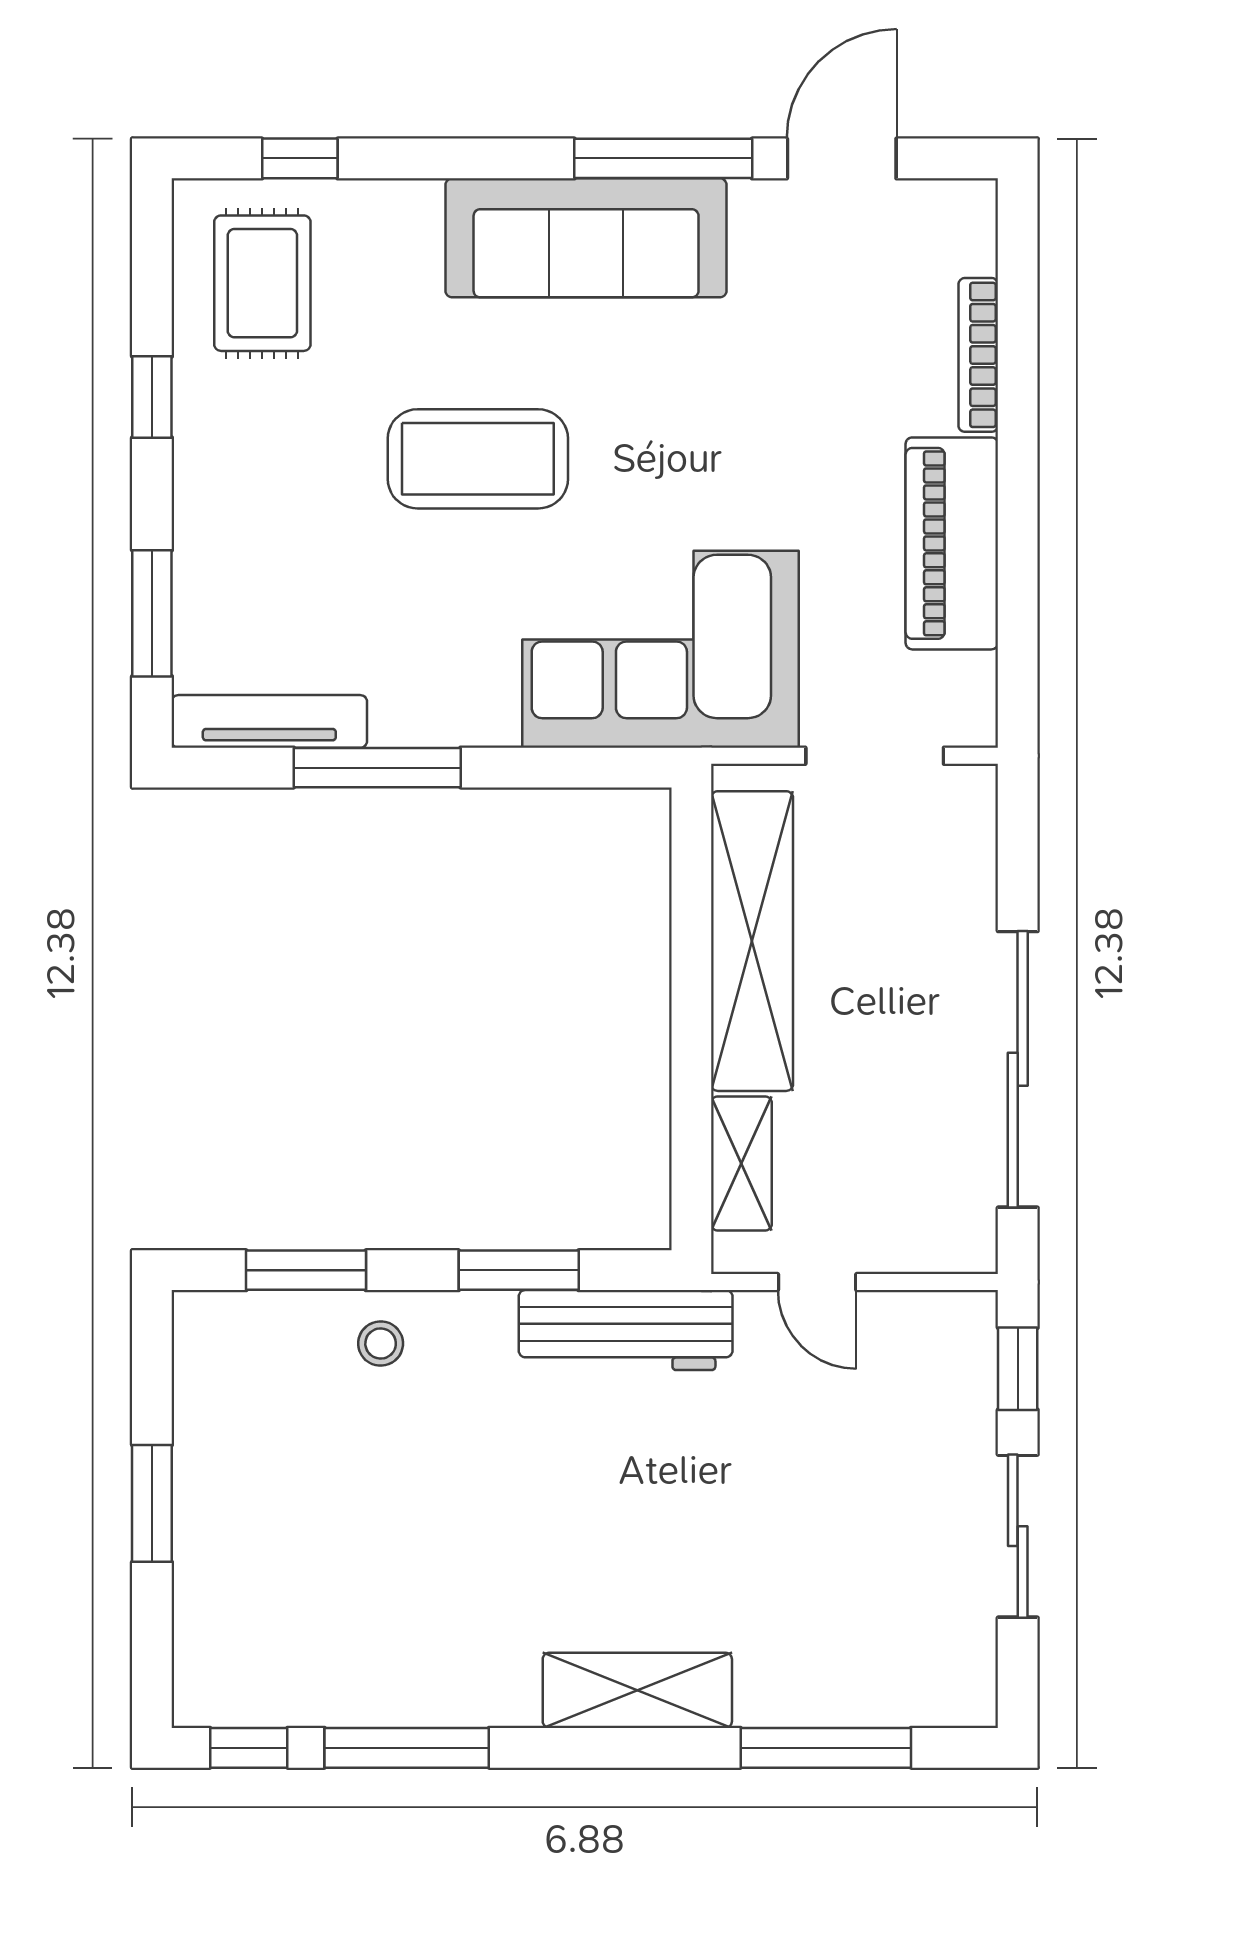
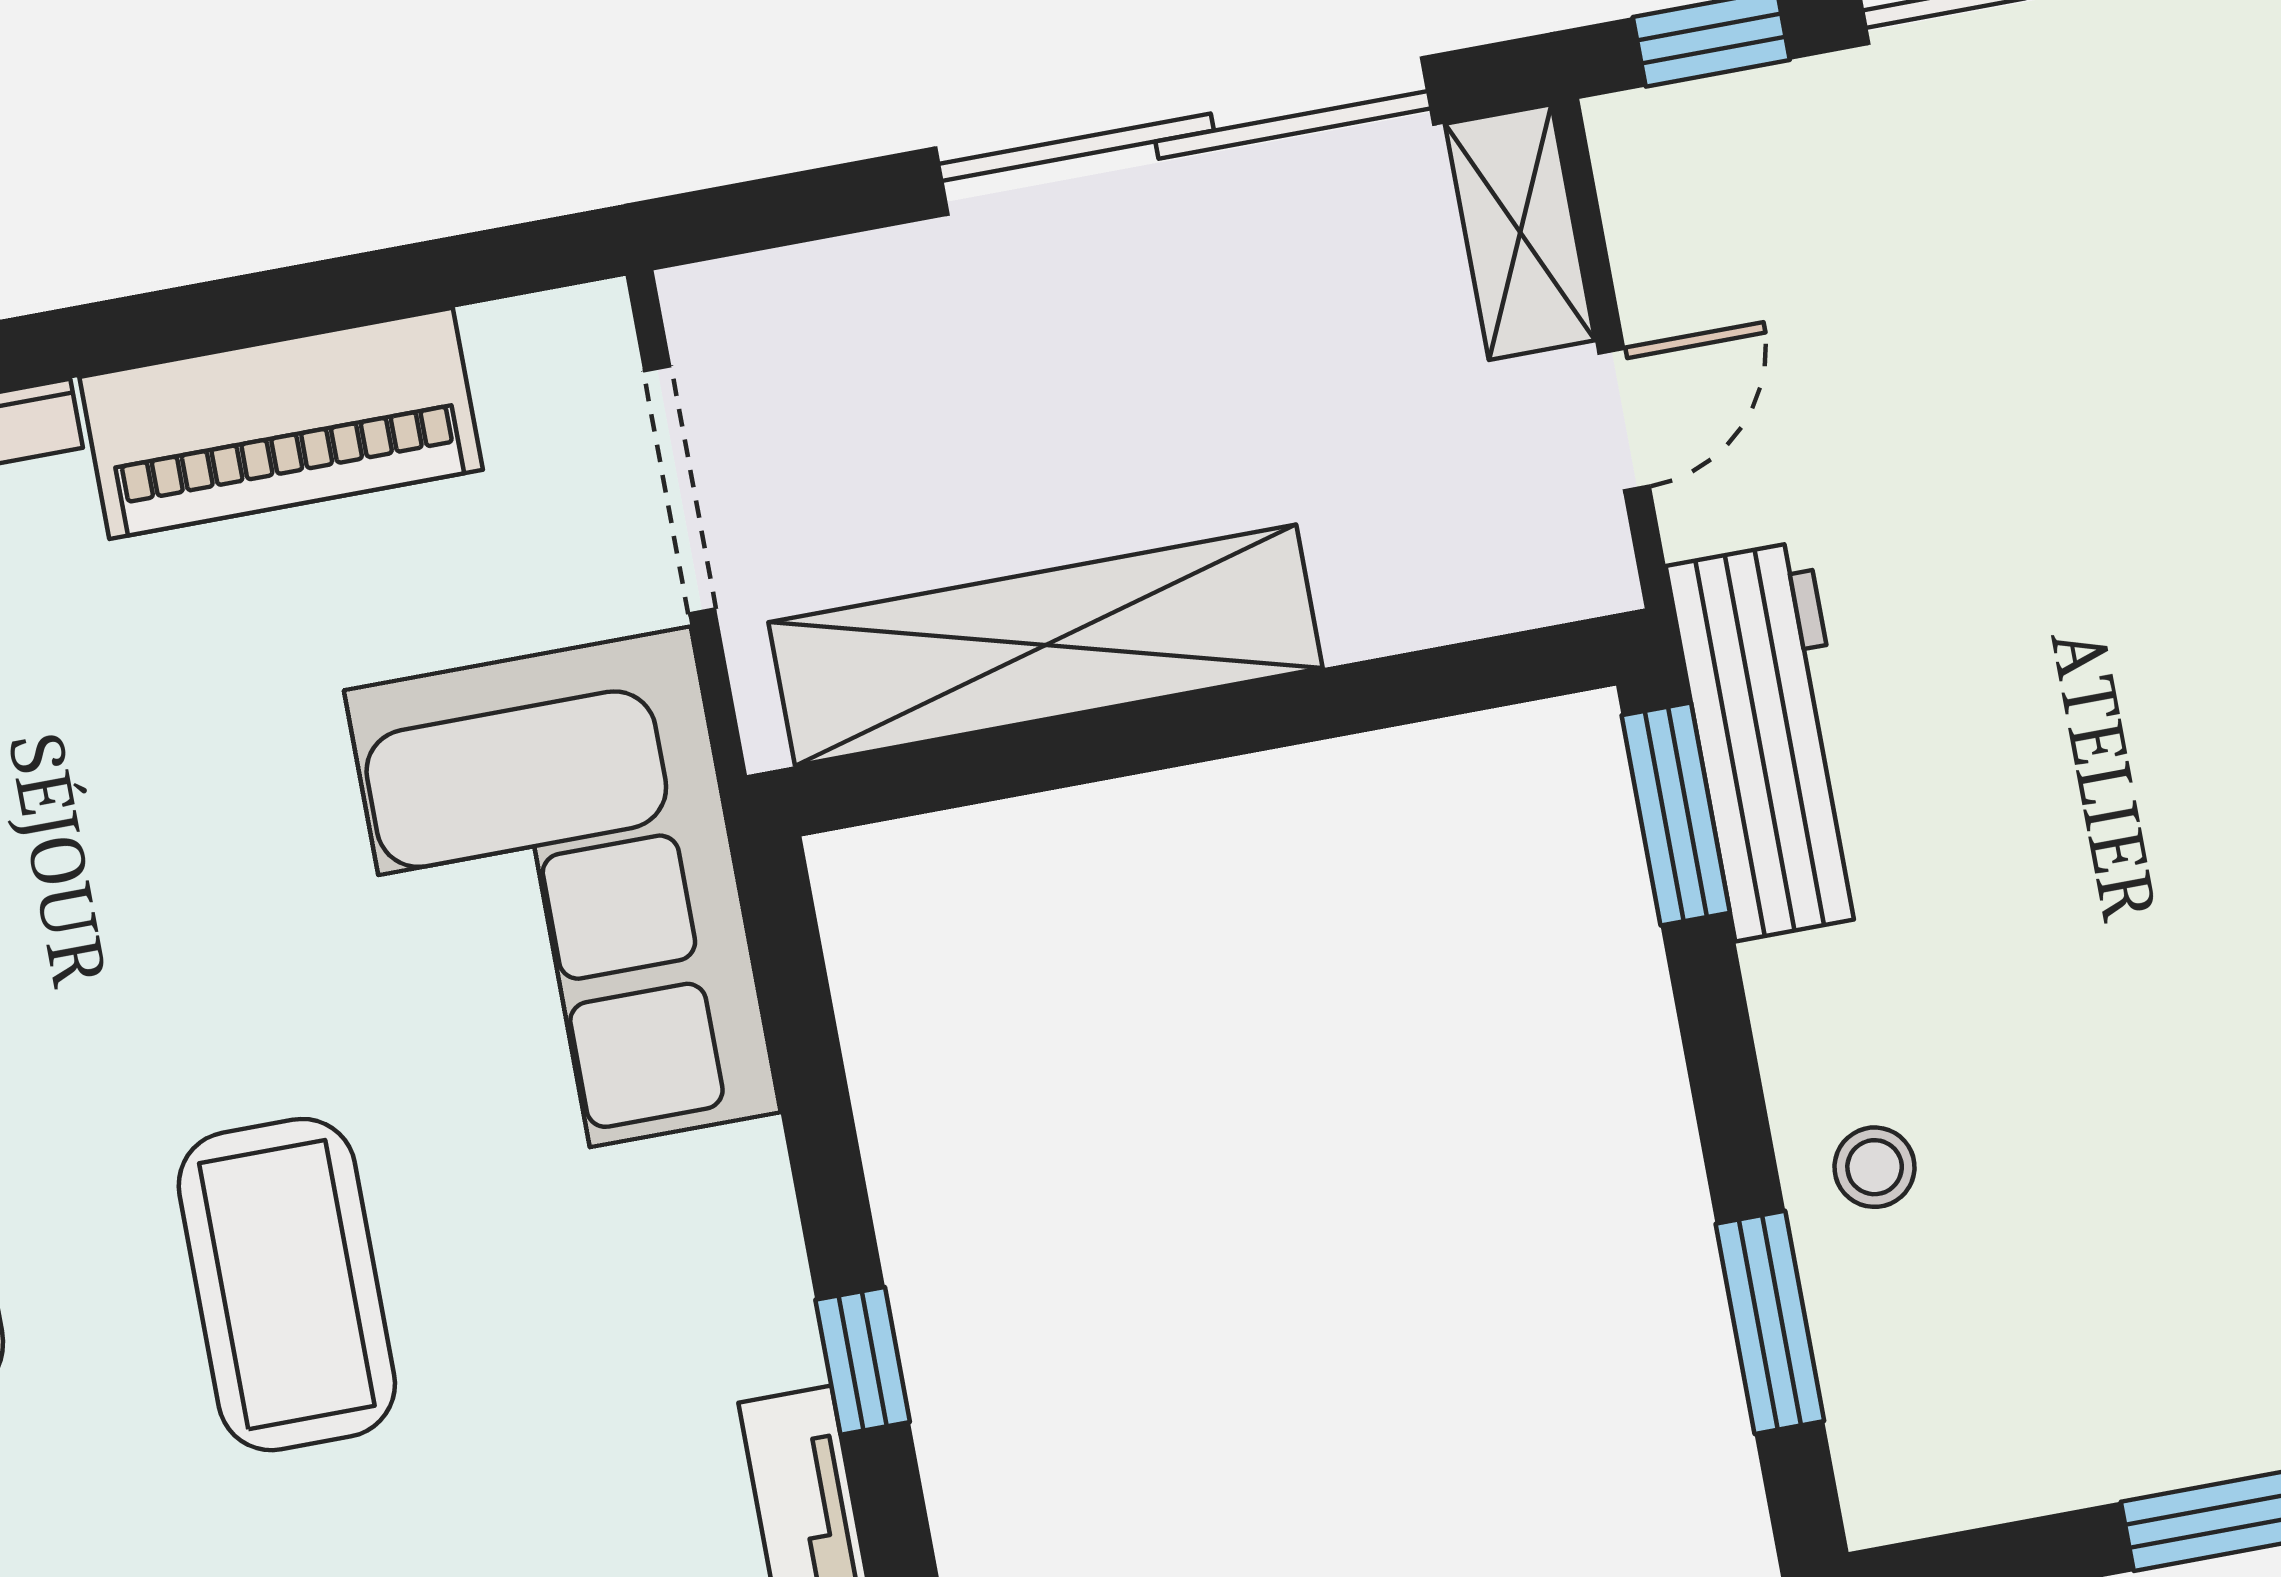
window: (377, 768) -> (863, 1361), width x0.46
shelving: (741, 1163) -> (1520, 232), moved, turned 90
window: (519, 1270) -> (1676, 814), moved

